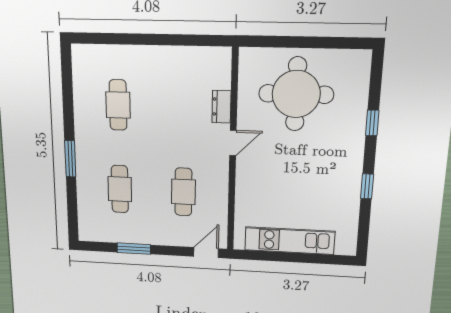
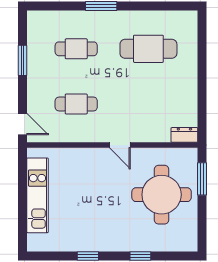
window: (279, 42) -> (202, 179), added
cafe table: (118, 105) -> (148, 49), width x1.37, depth x1.35
dresser: (221, 107) -> (184, 135), moved

